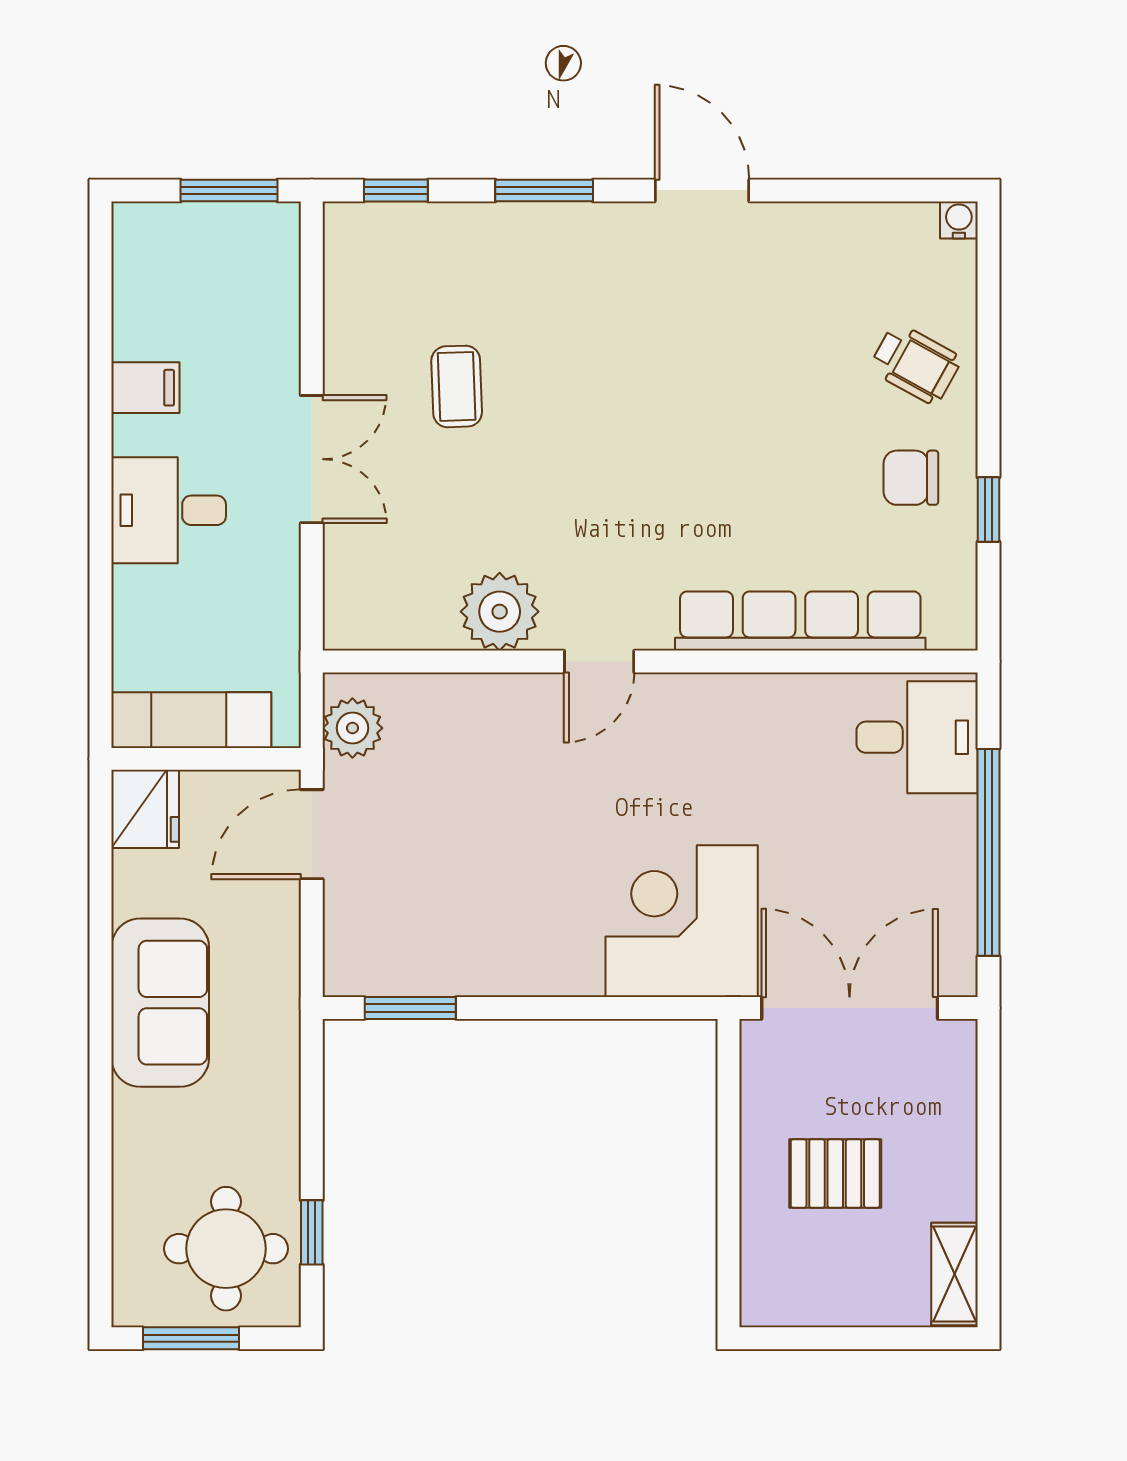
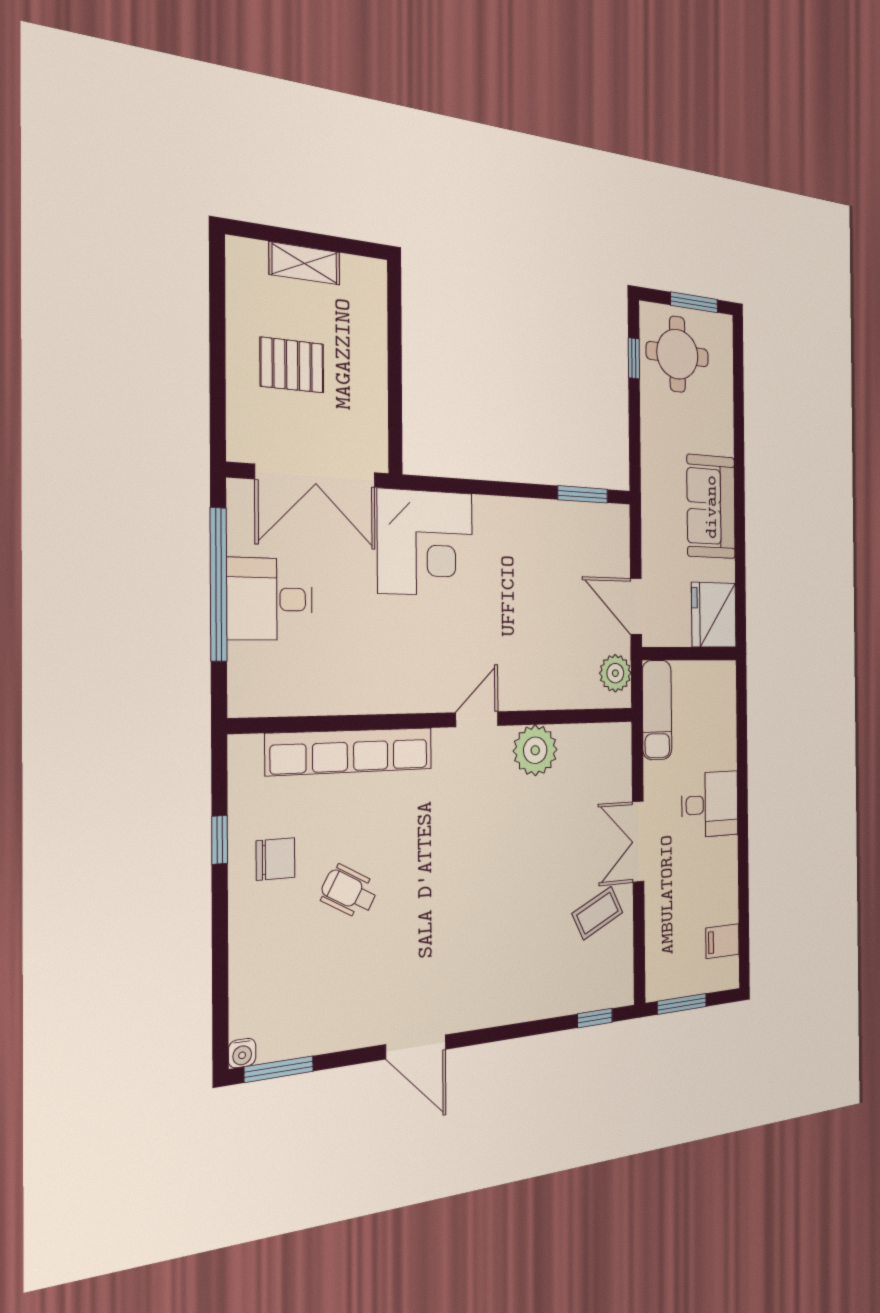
window: (544, 190) -> (279, 1069), moved
wheelchair: (915, 364) -> (349, 891), moved
coffee table: (457, 386) -> (598, 913), moved, turned 66
filing cabinet: (145, 388) -> (722, 941), moved
exam couch: (191, 720) -> (657, 710), moved, turned -90
desk: (917, 737) -> (270, 599), moved
fridge: (145, 809) -> (714, 615), width x1.36, depth x1.34
door: (312, 834) -> (636, 607), swing flipped
pallet: (835, 1173) -> (292, 365), moved
shelving: (954, 1274) -> (305, 263), moved, turned 90

